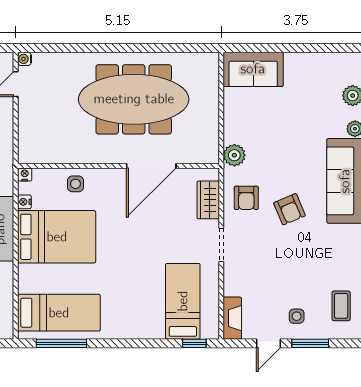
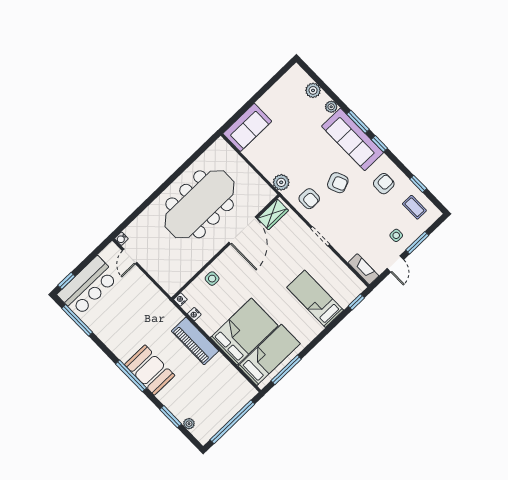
wardrobe: (208, 200) -> (273, 214), moved, turned -90
bed: (57, 237) -> (244, 332), moved
armchair: (333, 254) -> (384, 184), added
bed: (183, 301) -> (315, 299), moved

